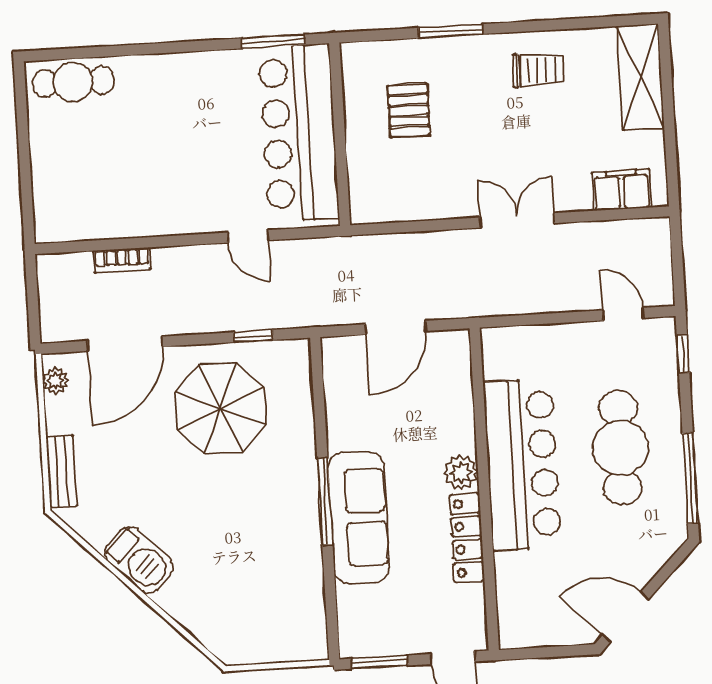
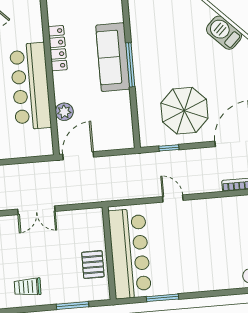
bar counter: (299, 133) -> (130, 253), moved
wall: (340, 134) -> (109, 253), moved
door: (396, 328) -> (78, 156), moved
plant: (461, 472) -> (64, 112), moved

